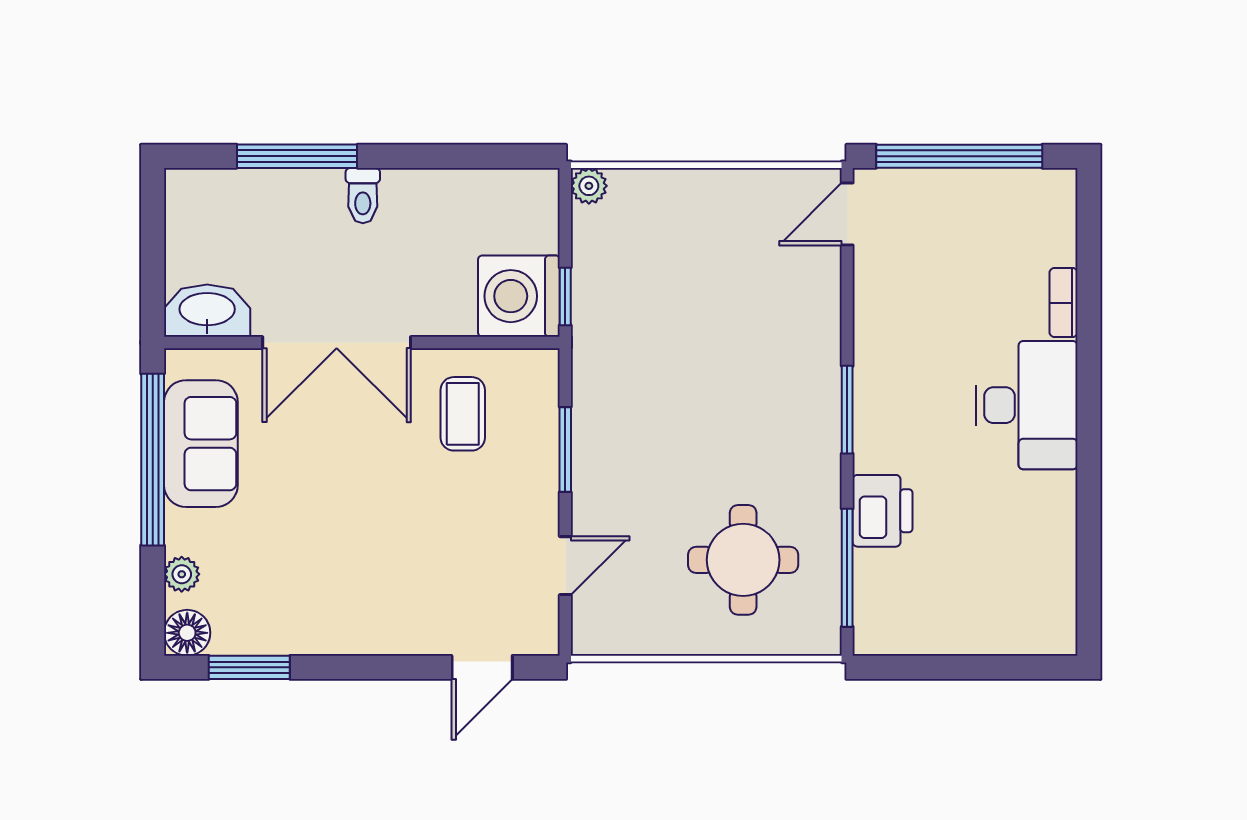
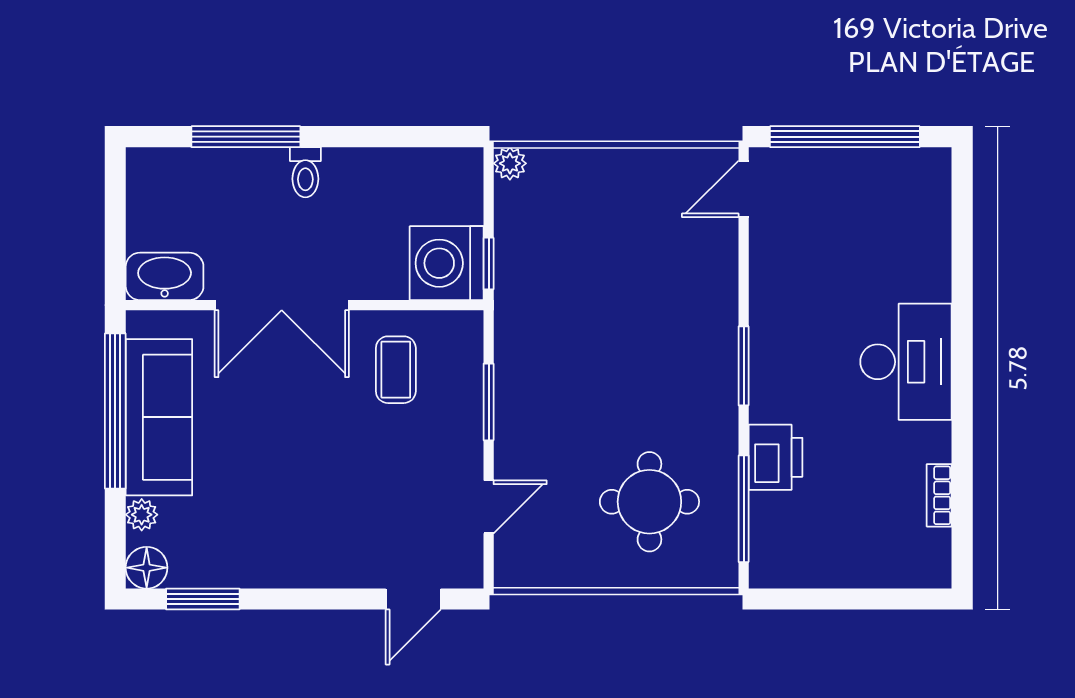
bookcase: (1064, 303) -> (939, 495), moved
sofa: (201, 444) -> (159, 417), width x1.36

